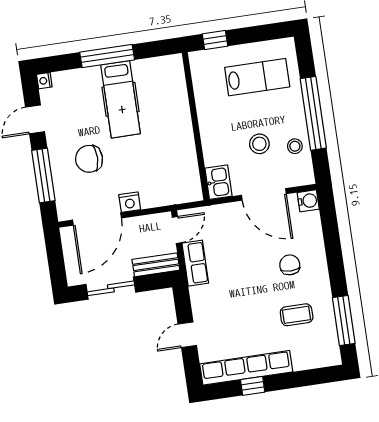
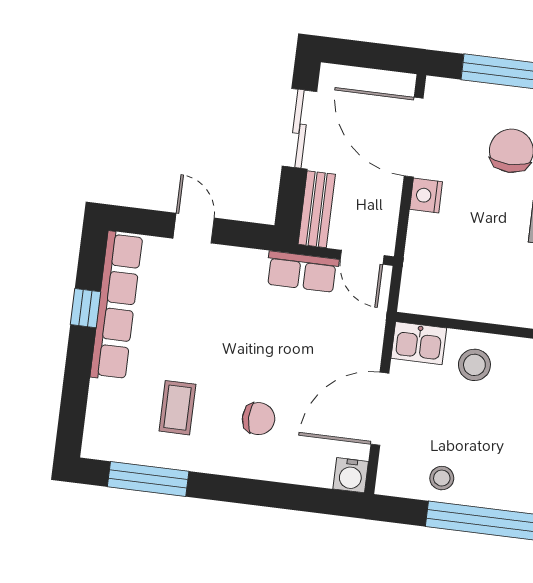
stool: (259, 144) -> (474, 365), moved

